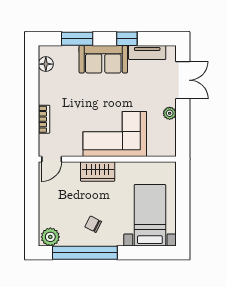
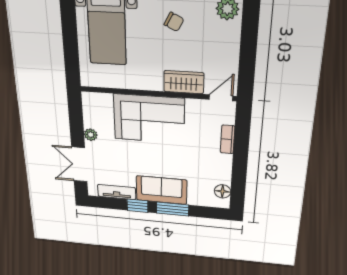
window: (77, 39) -> (173, 209), moved
wardrobe: (98, 171) -> (184, 82), moved

